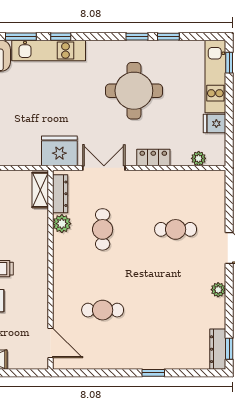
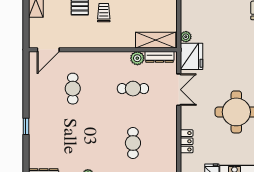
locker: (153, 157) -> (187, 141), moved
plant: (199, 158) -> (186, 37), moved
shelving: (40, 190) -> (156, 40), width x1.50, depth x1.33

